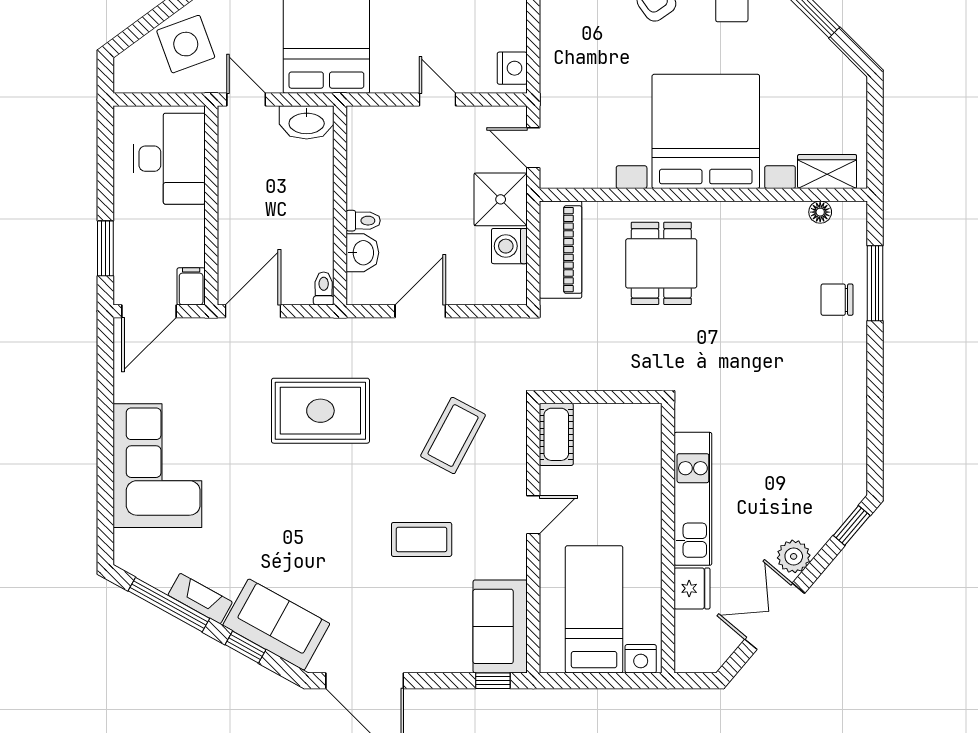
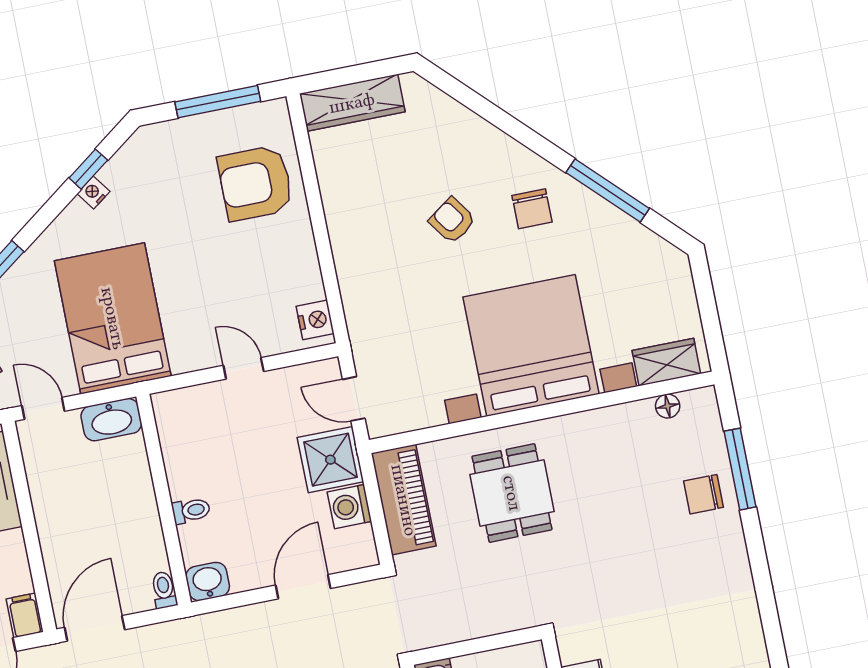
washbasin: (362, 253) -> (208, 581), moved, turned -90
door: (420, 311) -> (303, 587), moved

